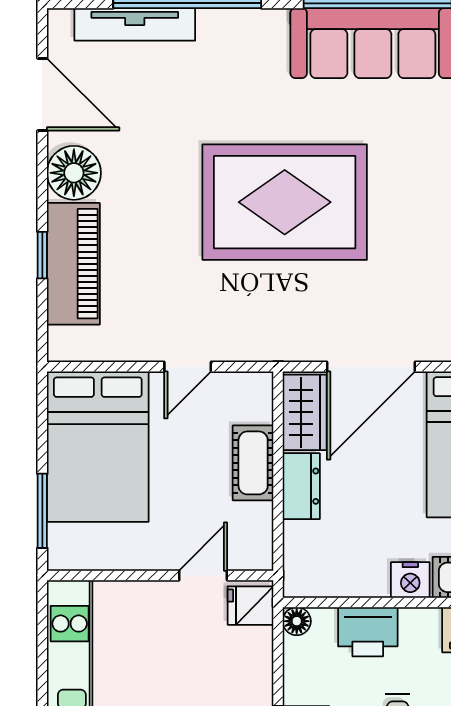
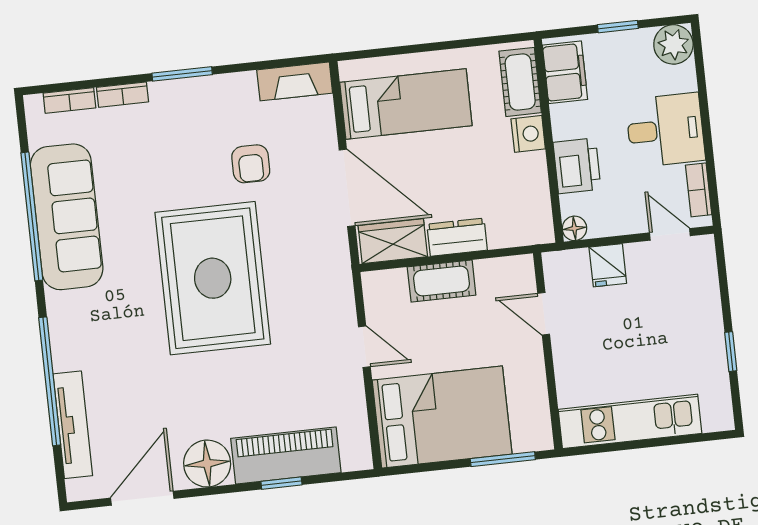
armchair: (410, 260) -> (251, 164), added
fridge: (251, 606) -> (608, 265), moved

